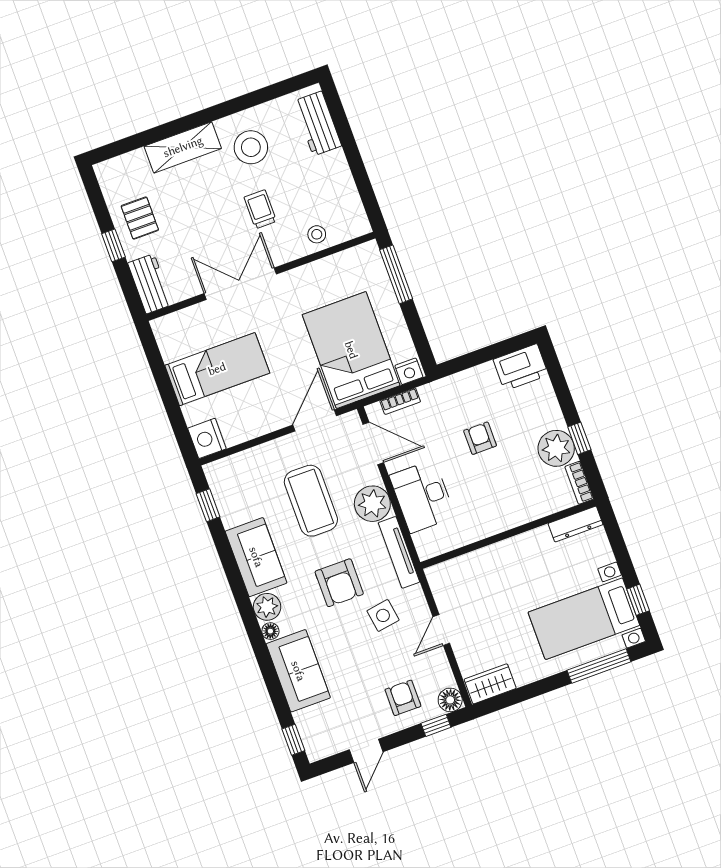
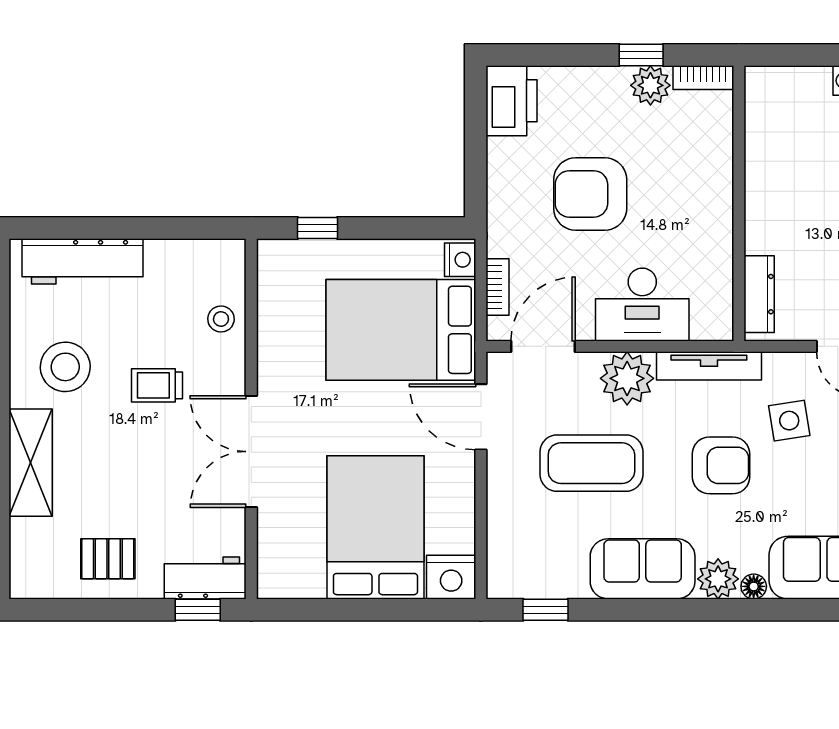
workbench: (318, 123) -> (82, 261), width x1.38
window: (113, 245) -> (198, 610), moved
window: (396, 274) -> (318, 228), width x0.46
bed: (217, 369) -> (375, 527), width x1.50
armchair: (480, 438) -> (590, 194), width x1.88, depth x1.88
plant: (556, 448) -> (650, 85), width x0.73, depth x0.73
dresser: (576, 524) -> (759, 294), moved

